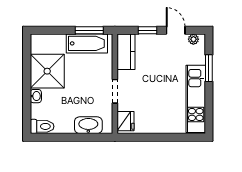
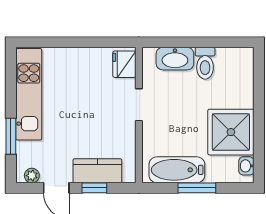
window: (89, 30) -> (197, 188), moved
kitchen counter: (126, 52) -> (97, 171), moved, turned 90
washbasin: (36, 96) -> (246, 166), moved
toilet: (42, 126) -> (205, 63), moved, turned -90

